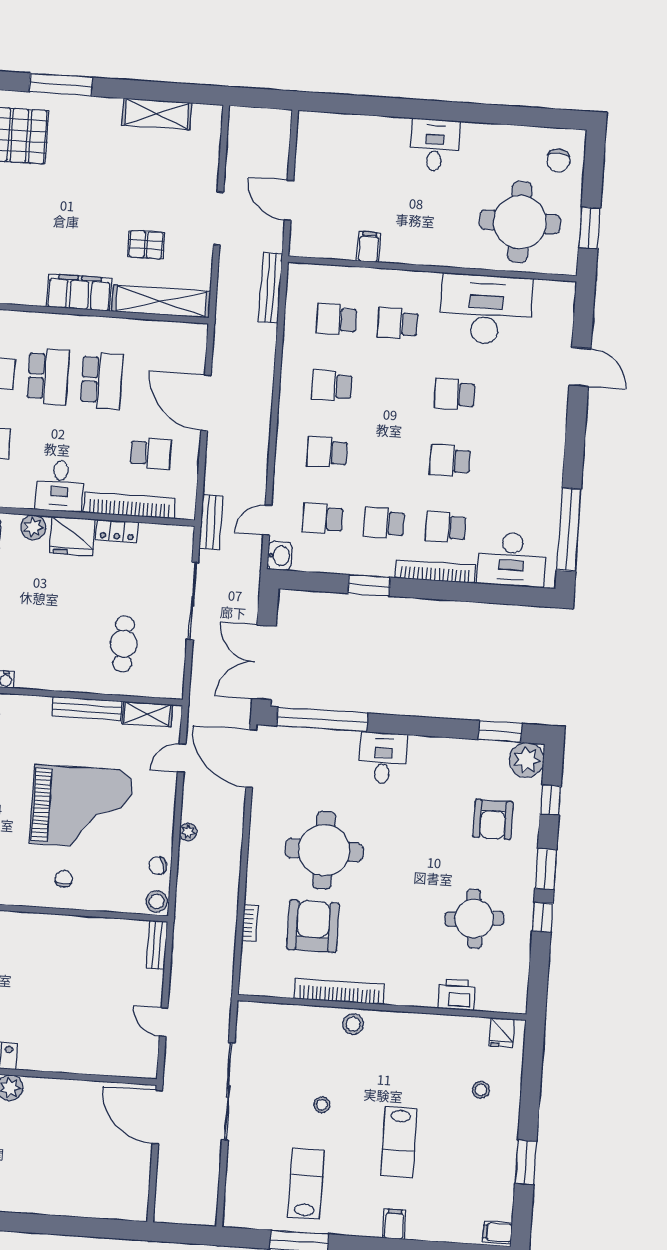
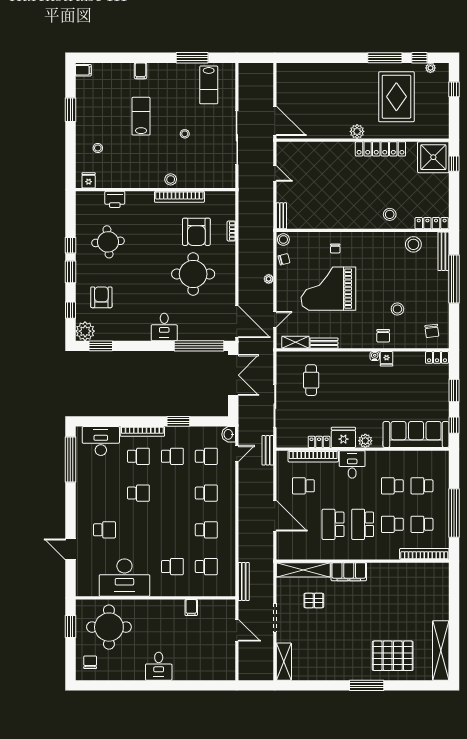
shelving: (157, 114) -> (284, 662), moved, turned 90
school desk: (455, 394) -> (104, 530), moved
bench: (87, 708) -> (324, 343), width x0.73
lab bench: (306, 1184) -> (209, 85), moved

